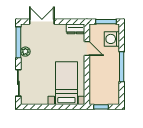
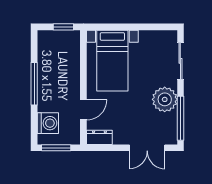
door: (87, 48) -> (83, 110), swing flipped
plant: (25, 52) -> (165, 99), width x1.88, depth x1.88

